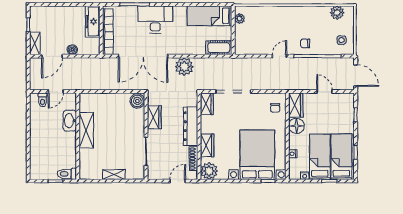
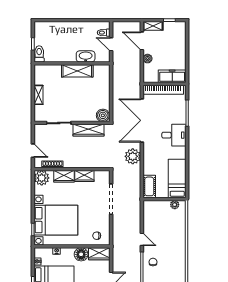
desk: (155, 19) -> (174, 135), width x0.73
wardrobe: (207, 104) -> (84, 176), moved
wardrobe: (154, 117) -> (89, 130), width x1.50
dresser: (191, 126) -> (81, 162), removed

